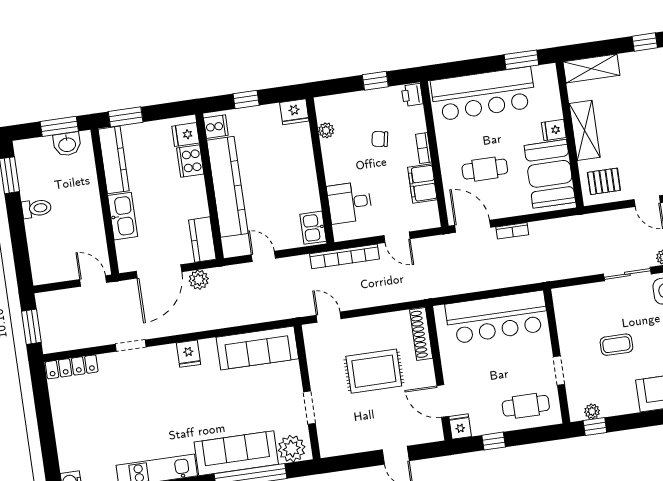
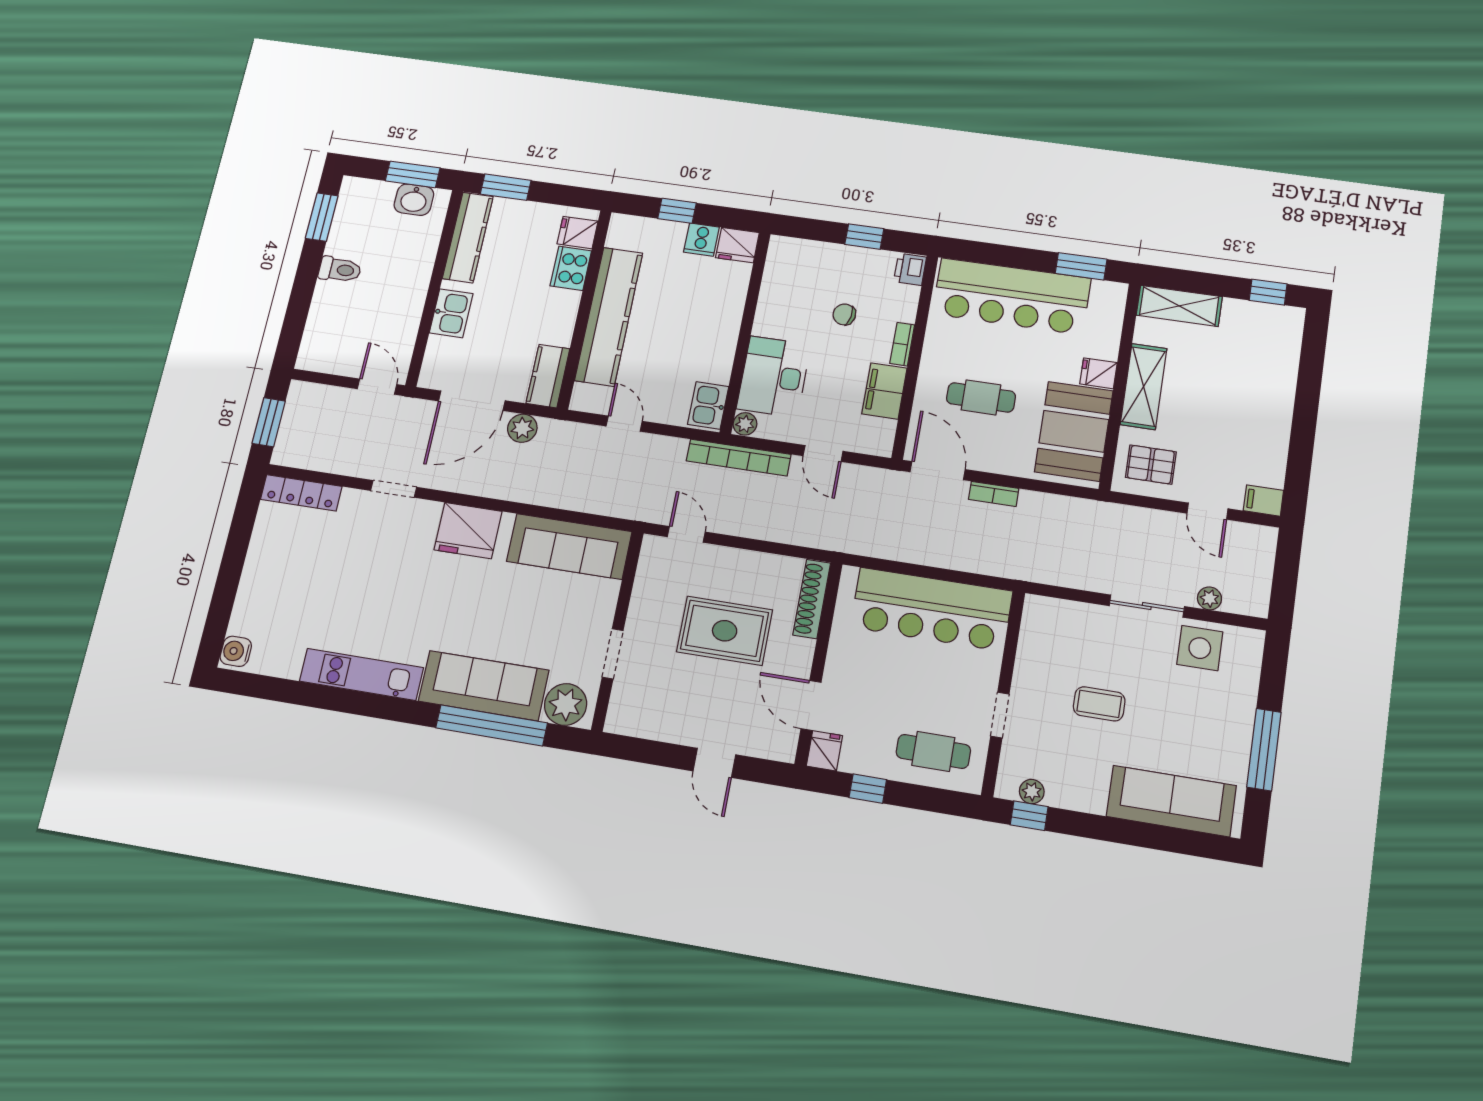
cooker: (216, 127) -> (701, 240), moved, turned 90
plant: (326, 130) -> (745, 424), moved
desk: (350, 202) -> (774, 377), width x1.37
kitchen sink: (123, 216) -> (451, 313), width x0.73
fridge: (188, 354) -> (468, 531), width x1.88, depth x1.34

